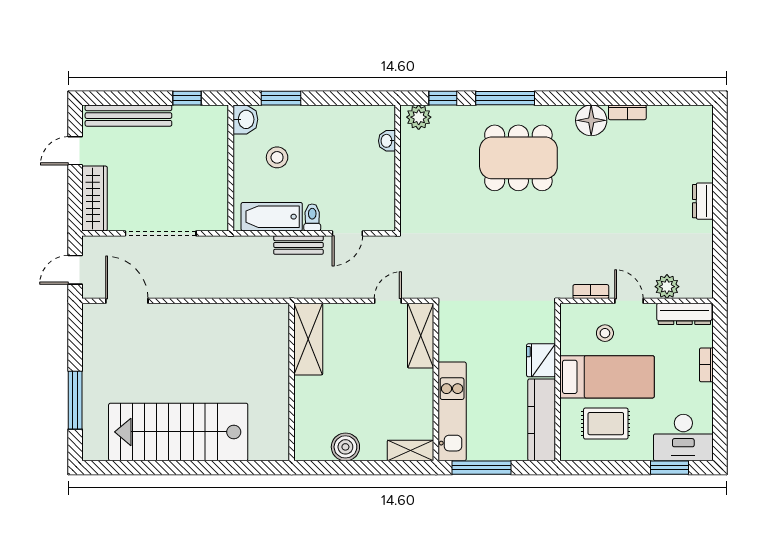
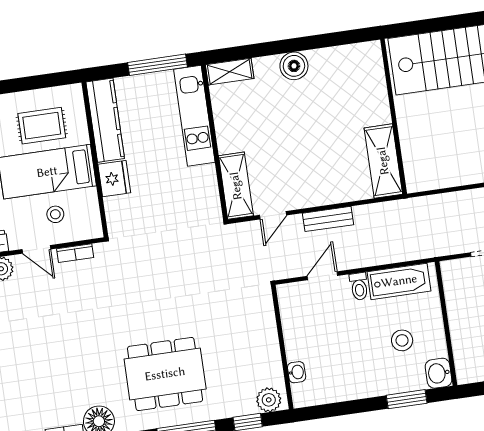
bench: (298, 245) -> (328, 219), moved
shelving: (308, 339) -> (383, 161), moved
wall: (292, 382) -> (394, 117), moved

